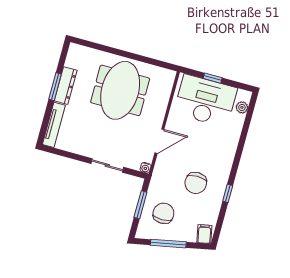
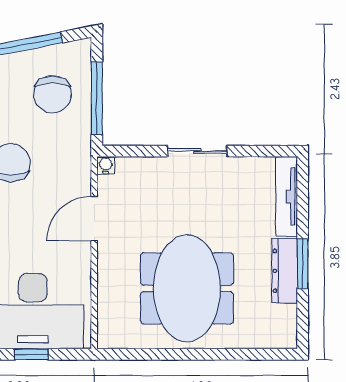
sliding door: (107, 165) -> (197, 151), moved
window: (140, 205) -> (97, 98), width x1.44

